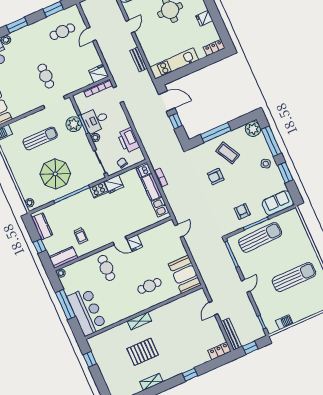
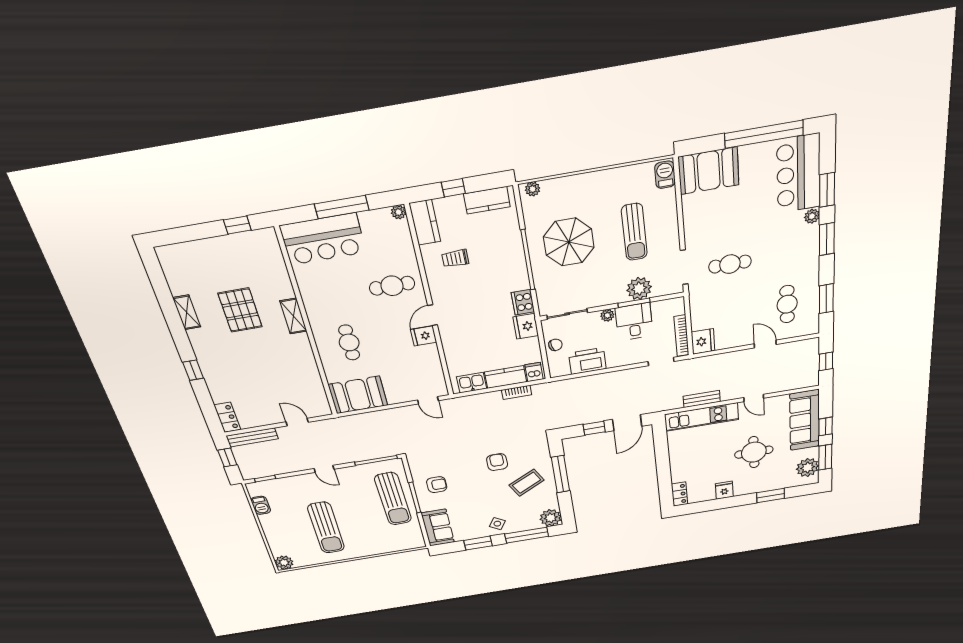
kitchen unit: (174, 63) -> (702, 417), moved, turned 90

